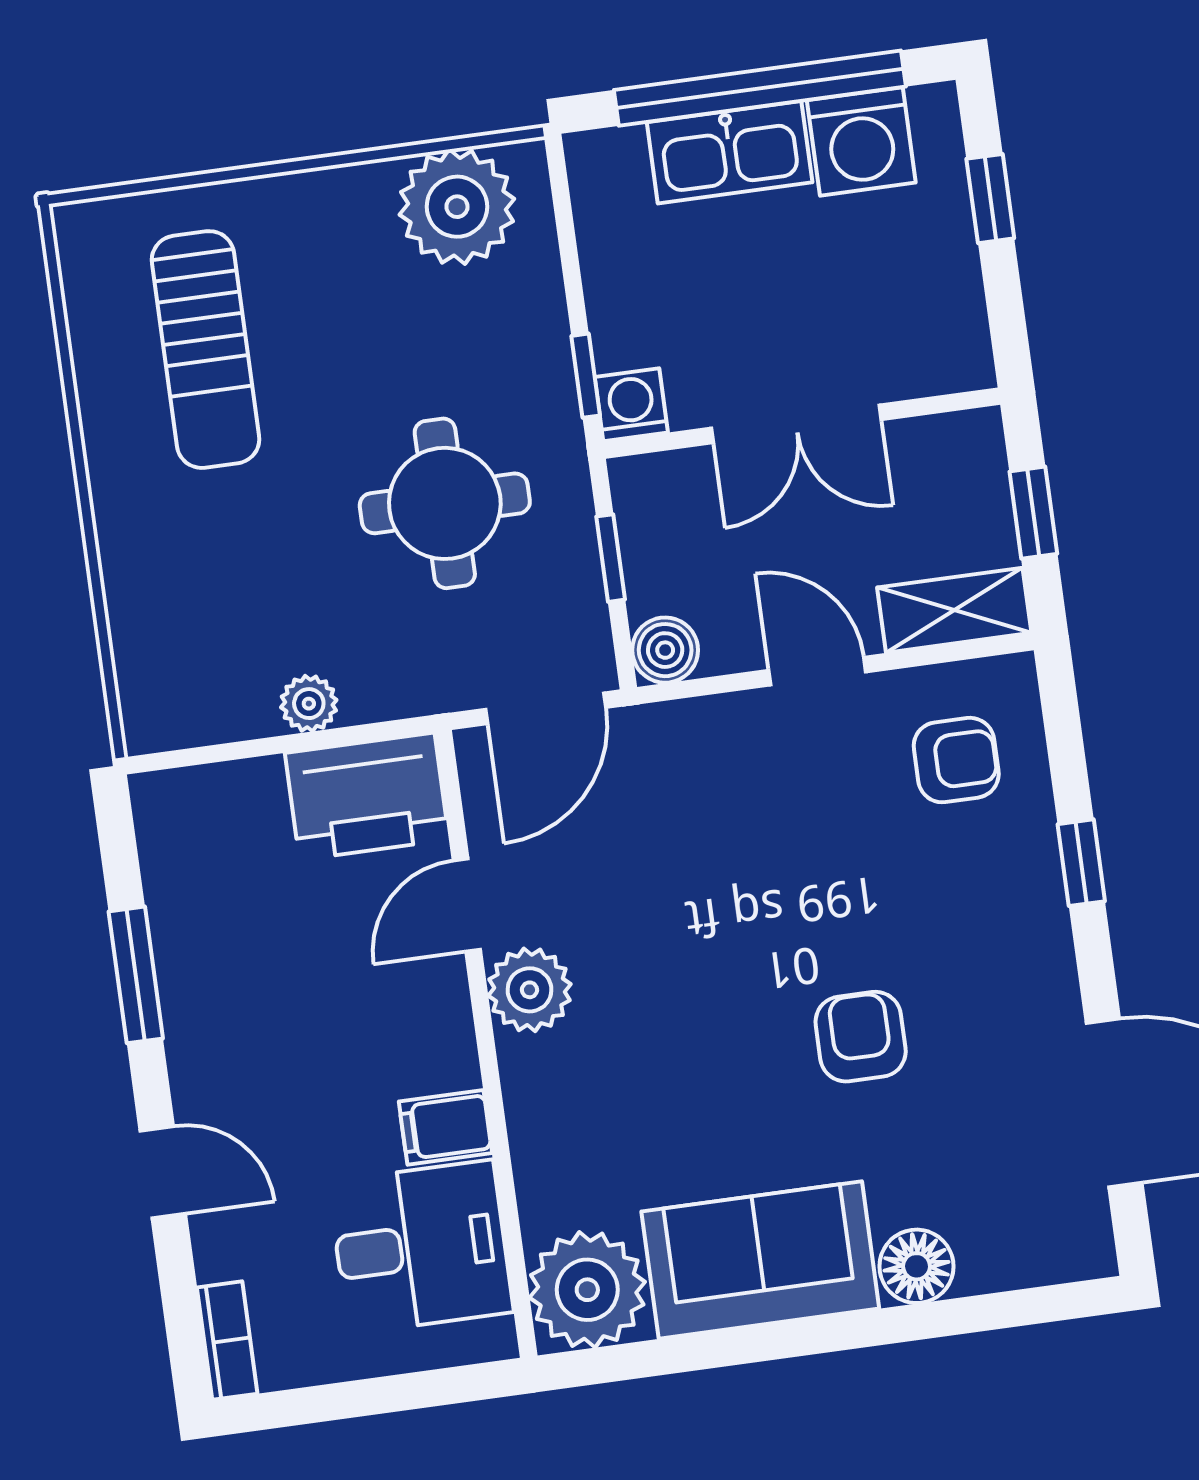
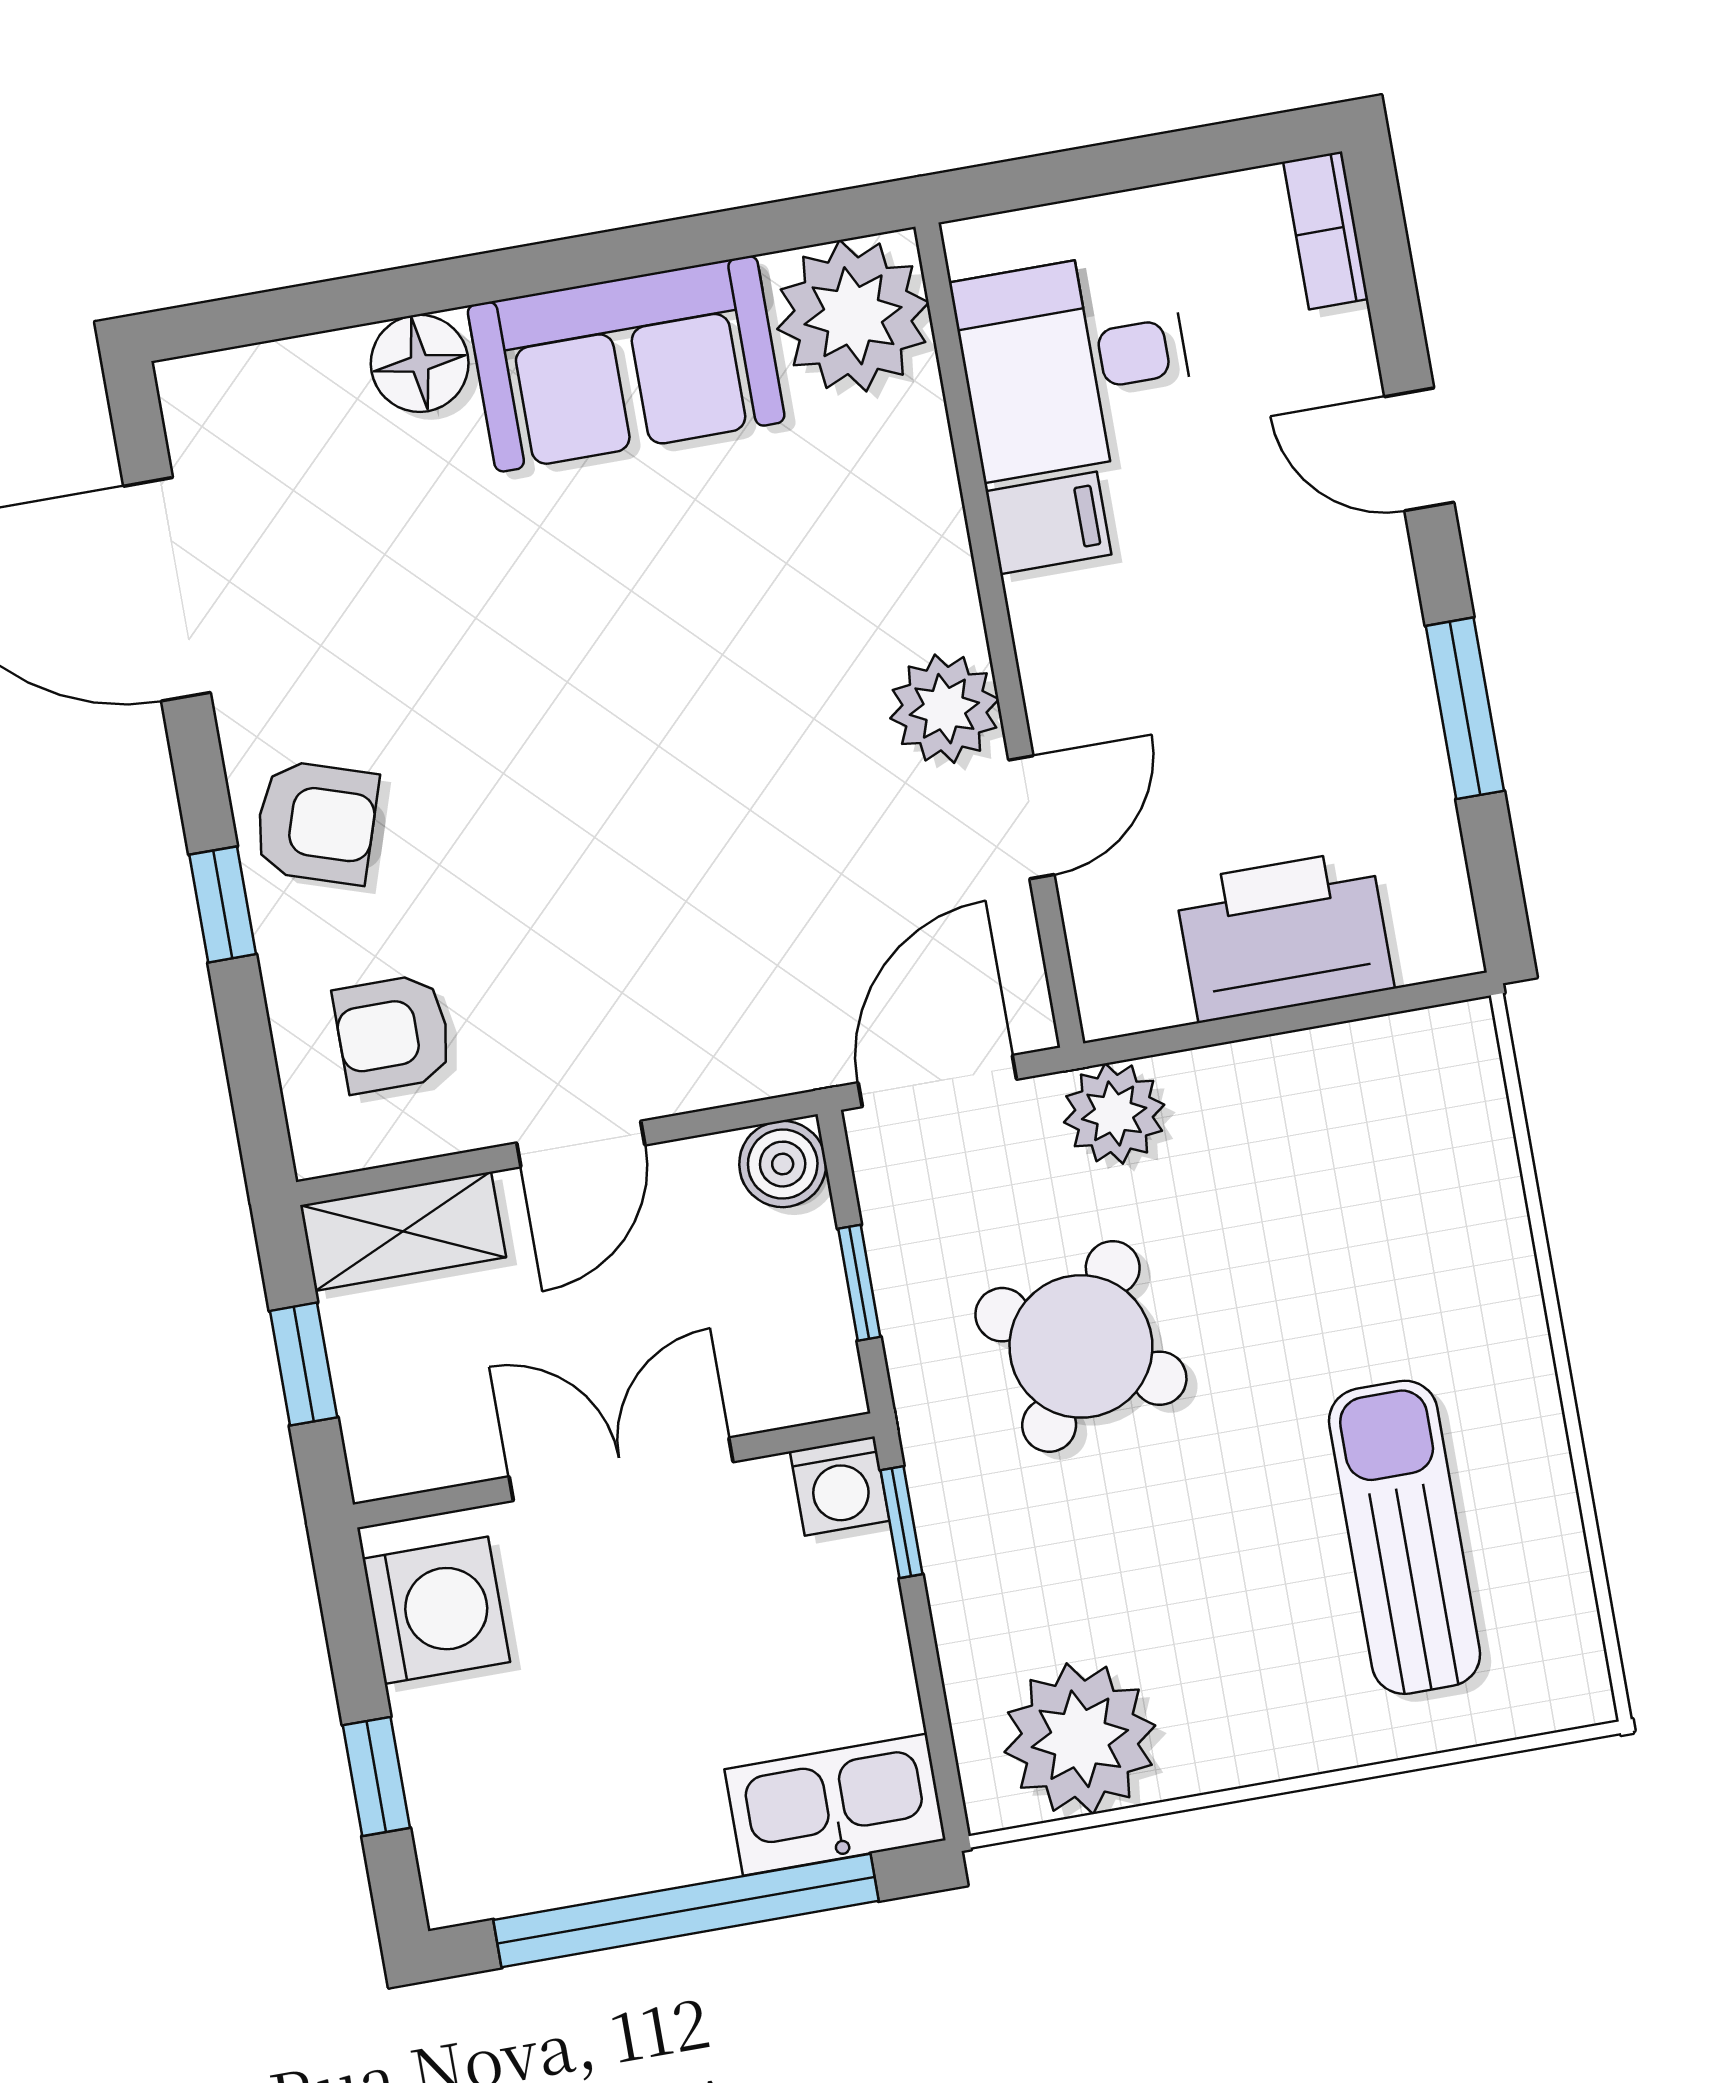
washing machine: (861, 141) -> (436, 1610), moved, turned 90
kitchen sink: (730, 152) -> (835, 1805), moved
round table: (445, 503) -> (1081, 1346), turned 32
door: (817, 671) -> (581, 1144), hinge flipped
plant: (309, 704) -> (1114, 1113), moved, width x1.38, depth x1.38
printer: (367, 796) -> (1284, 935), moved
armchair: (861, 1037) -> (316, 822), moved, turned -72

